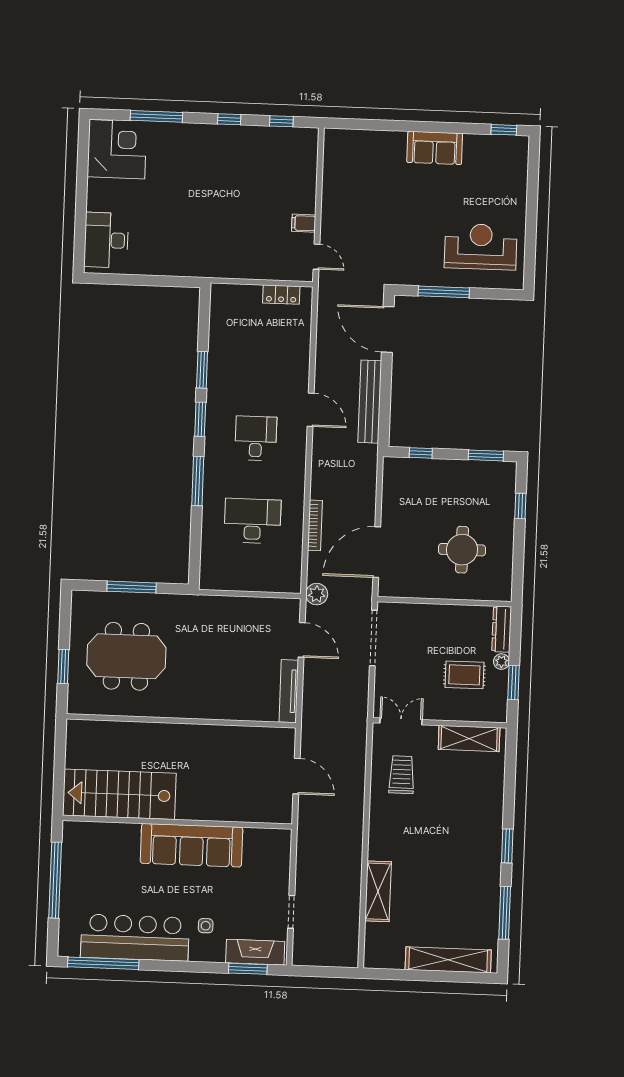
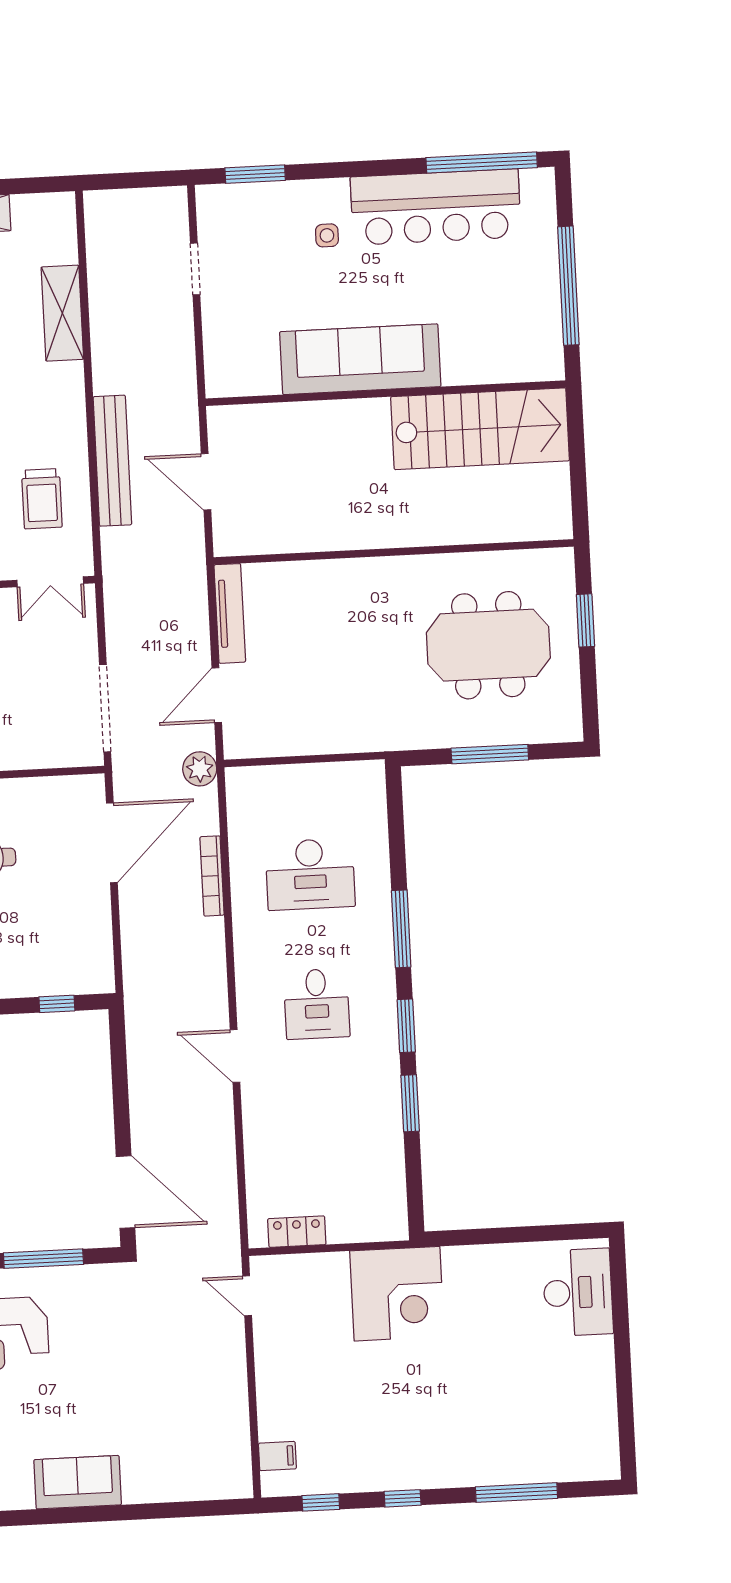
corner desk: (117, 149) -> (397, 1294), moved, turned -90
filing cabinet: (304, 223) -> (277, 1456), moved
bench: (370, 402) -> (112, 461), moved
door: (302, 640) -> (217, 695), hinge flipped
fireplace: (255, 952) -> (246, 201), removed

